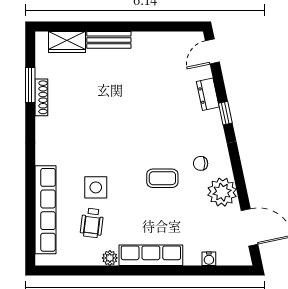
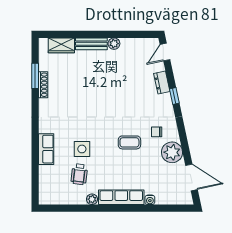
plant: (141, 40) -> (114, 44), added
row of seats: (45, 210) -> (46, 149), width x0.50
water cooler: (209, 259) -> (150, 200), moved

